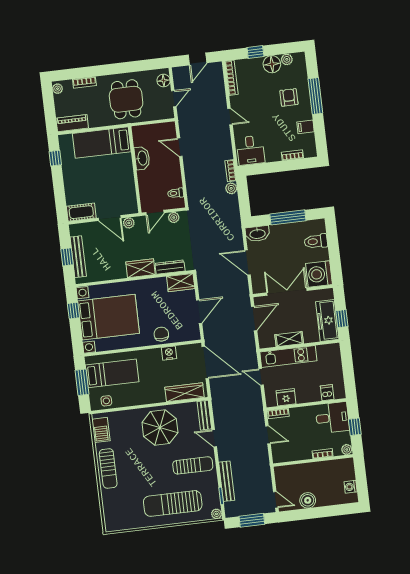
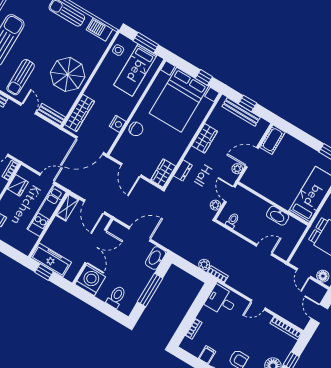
dresser: (170, 267) -> (183, 170), width x0.70
wardrobe: (140, 268) -> (205, 138), moved
shelving: (289, 339) -> (67, 207), moved
door: (214, 438) -> (28, 109), hinge flipped

